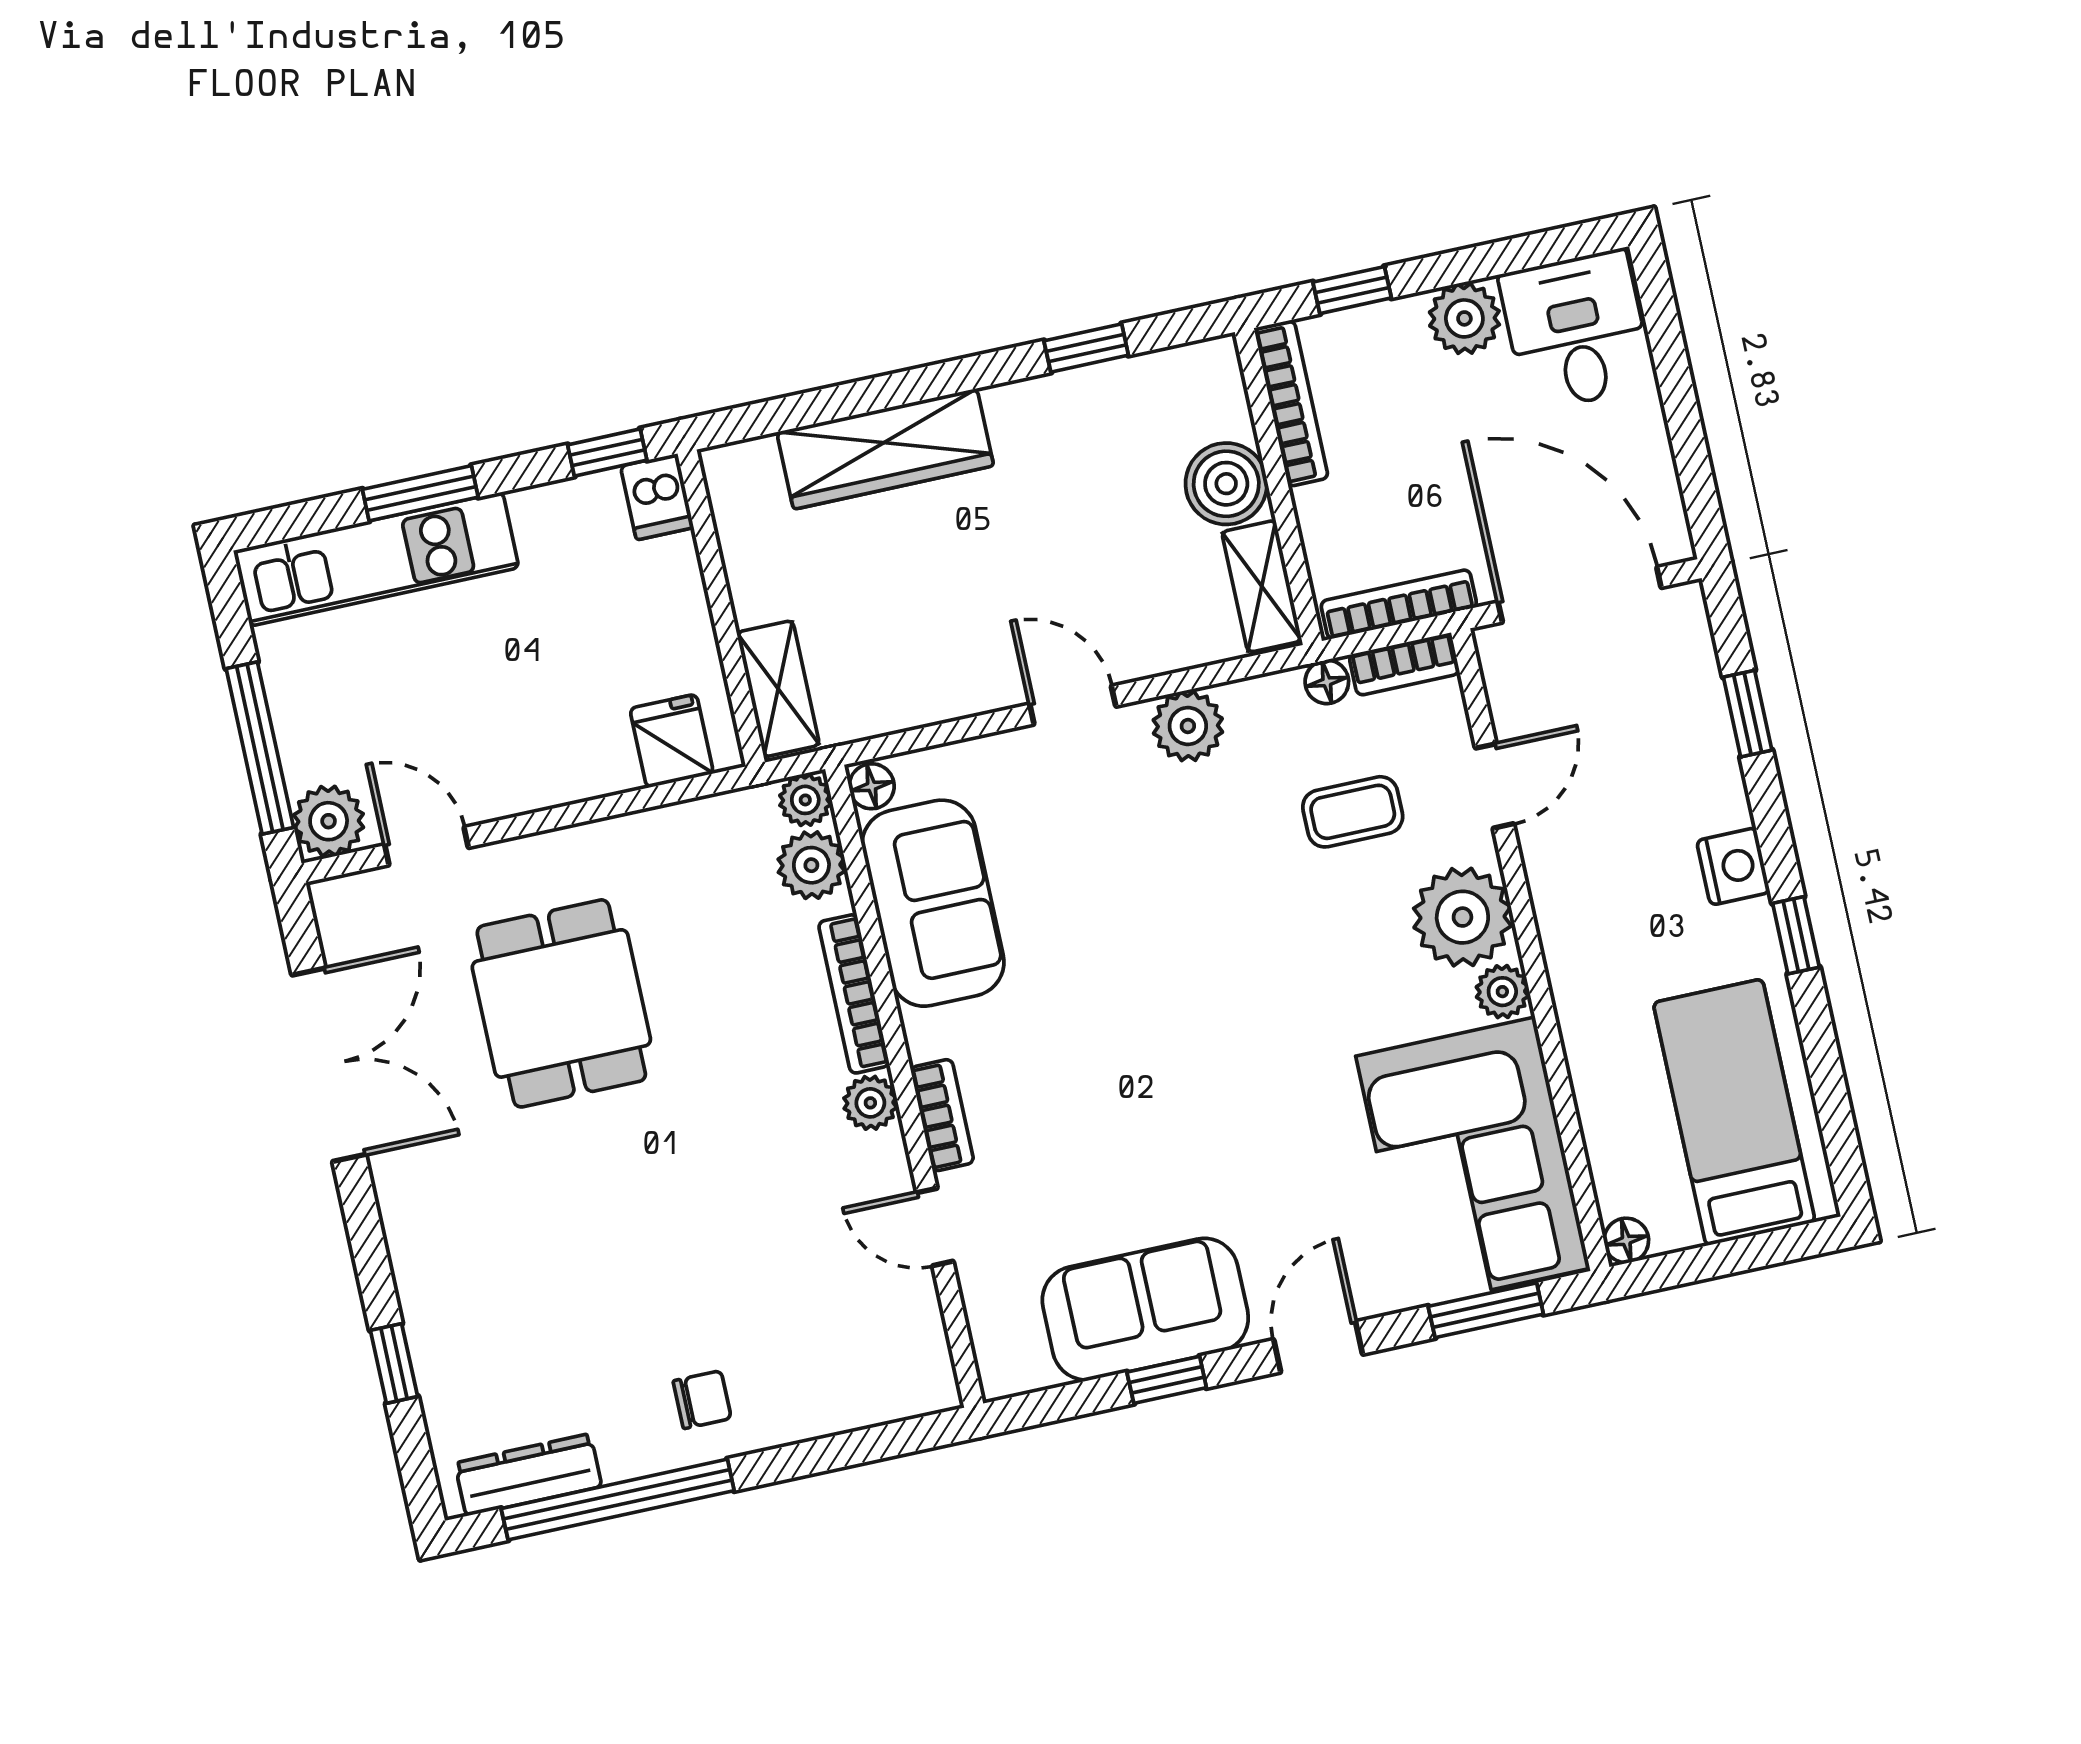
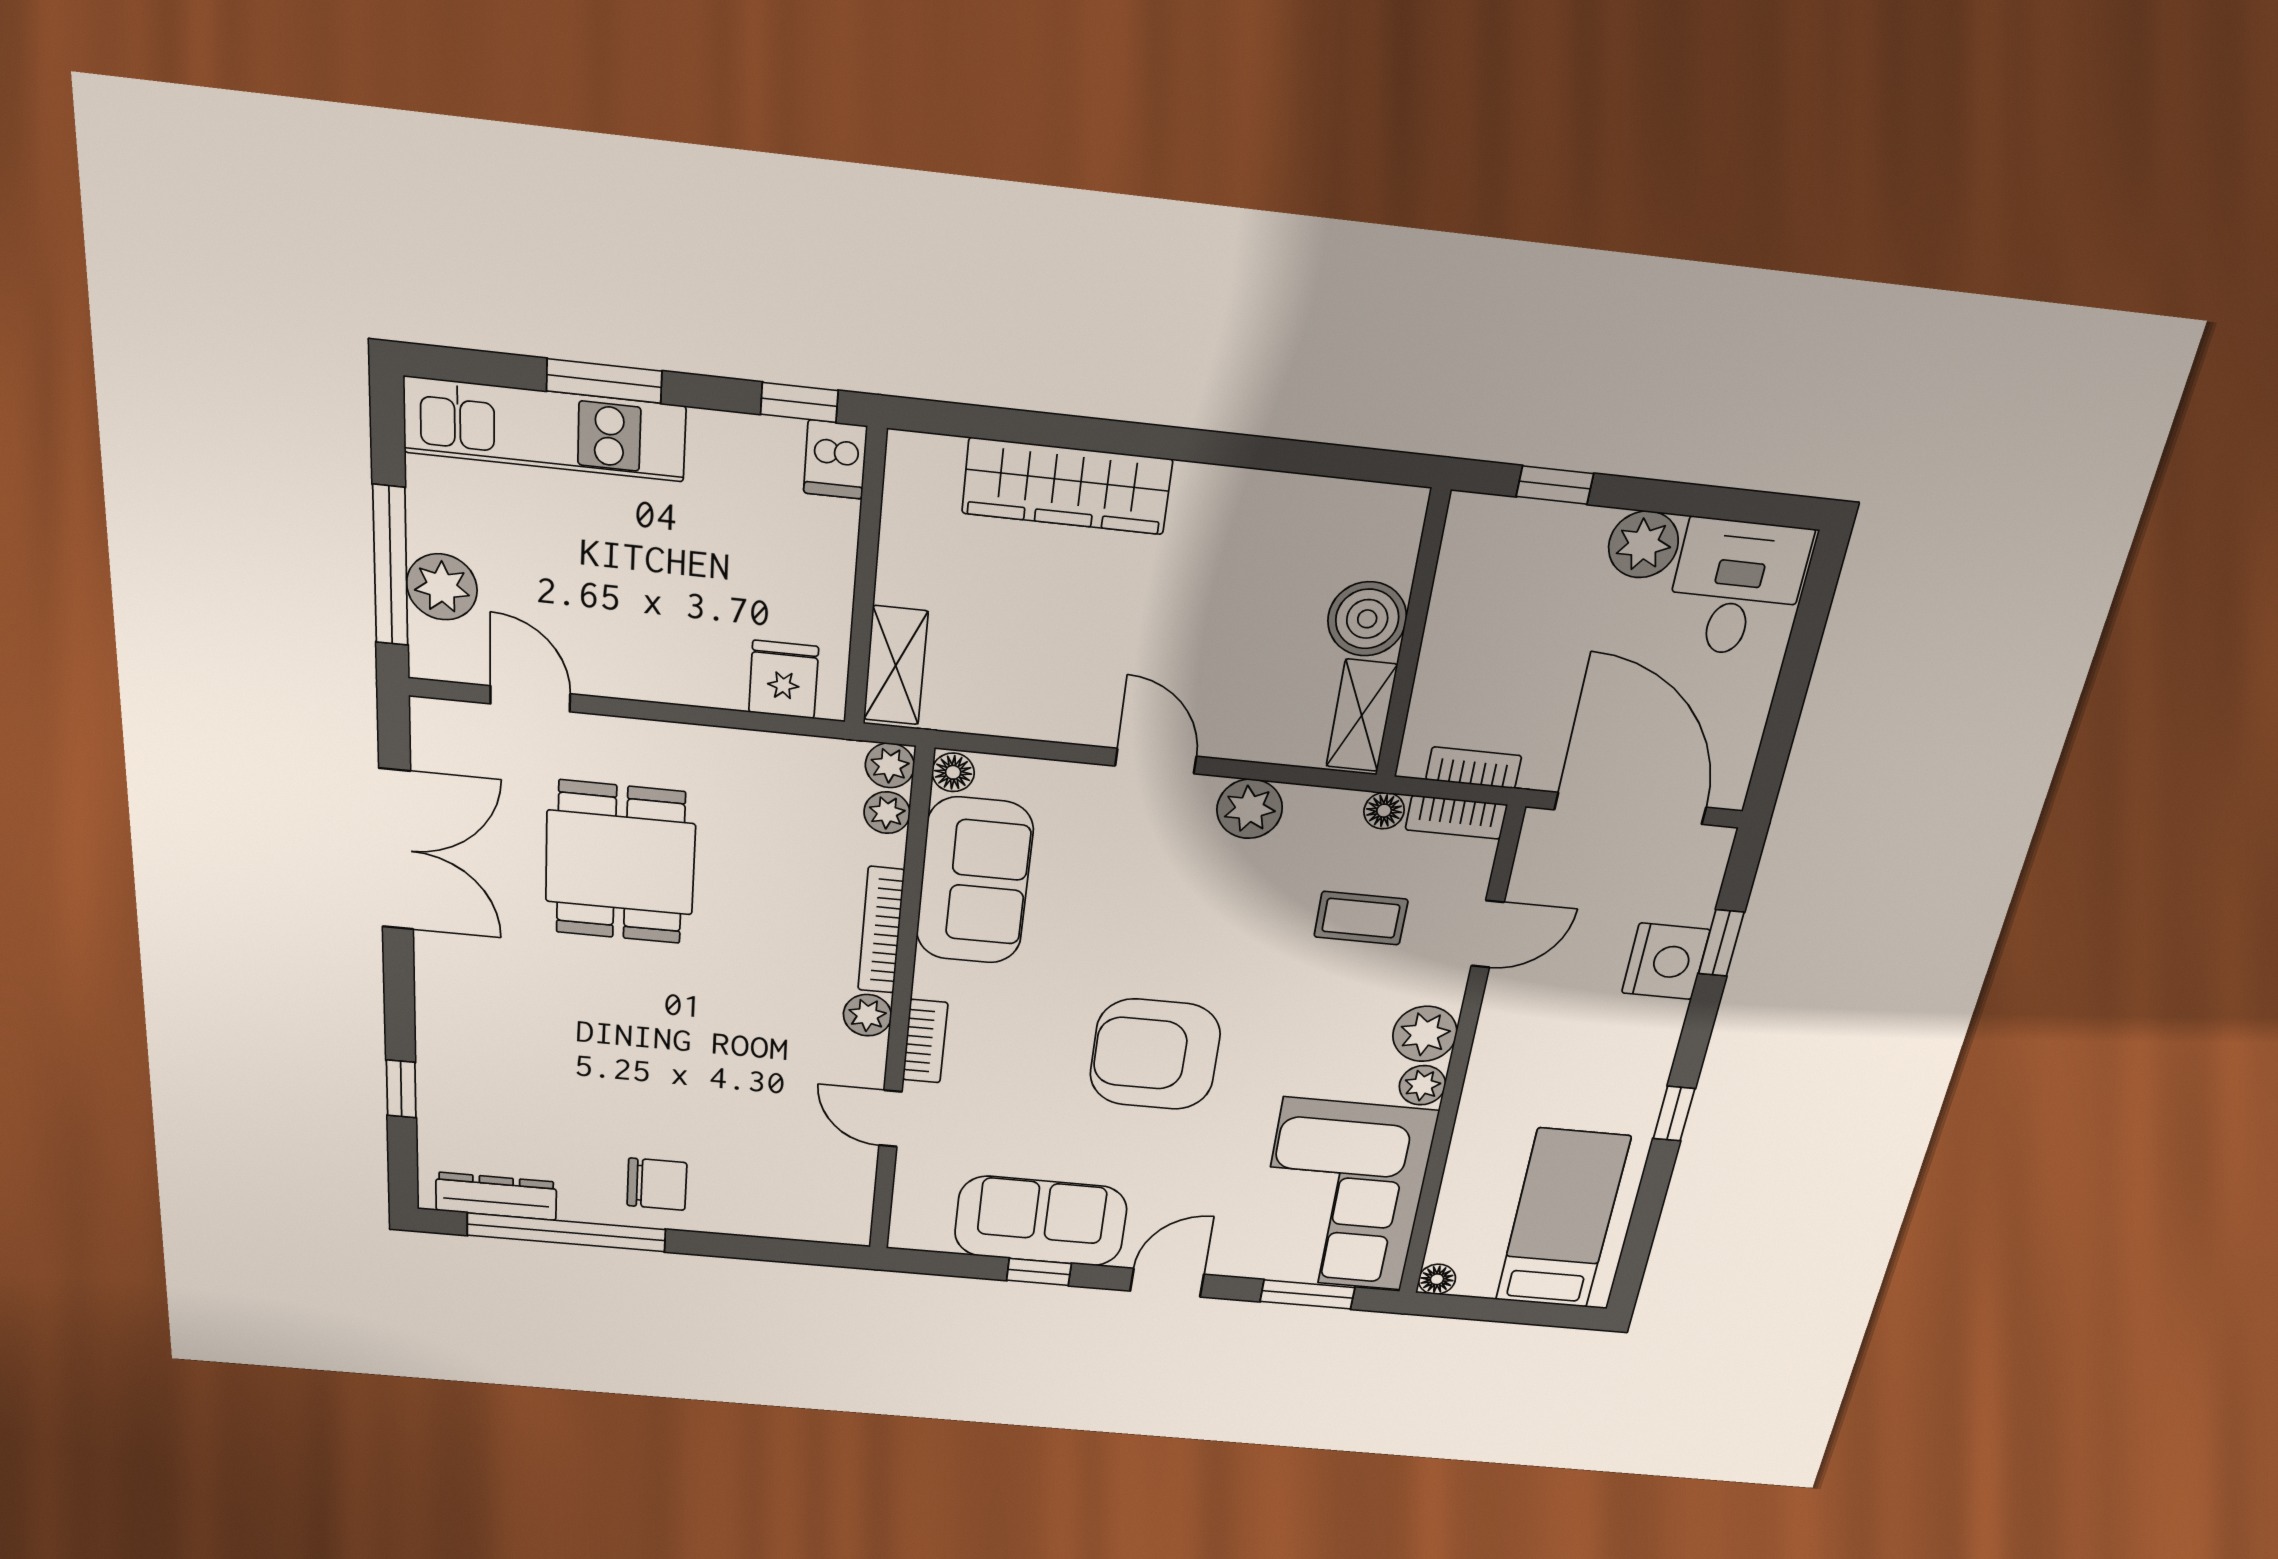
window: (1086, 348) -> (1289, 456), removed
bookcase: (1291, 403) -> (1455, 568), removed
bookcase: (1399, 604) -> (1474, 768), width x0.64
plant: (329, 821) -> (442, 587), moved
plant: (811, 865) -> (887, 813), width x0.73, depth x0.73
nightstand: (1733, 866) -> (1666, 961), moved, width x1.36, depth x1.33
plant: (1462, 917) -> (1425, 1034), width x0.73, depth x0.73
armchair: (1196, 1050) -> (1155, 1055), added
chair: (702, 1400) -> (657, 1184), width x1.37, depth x1.37

